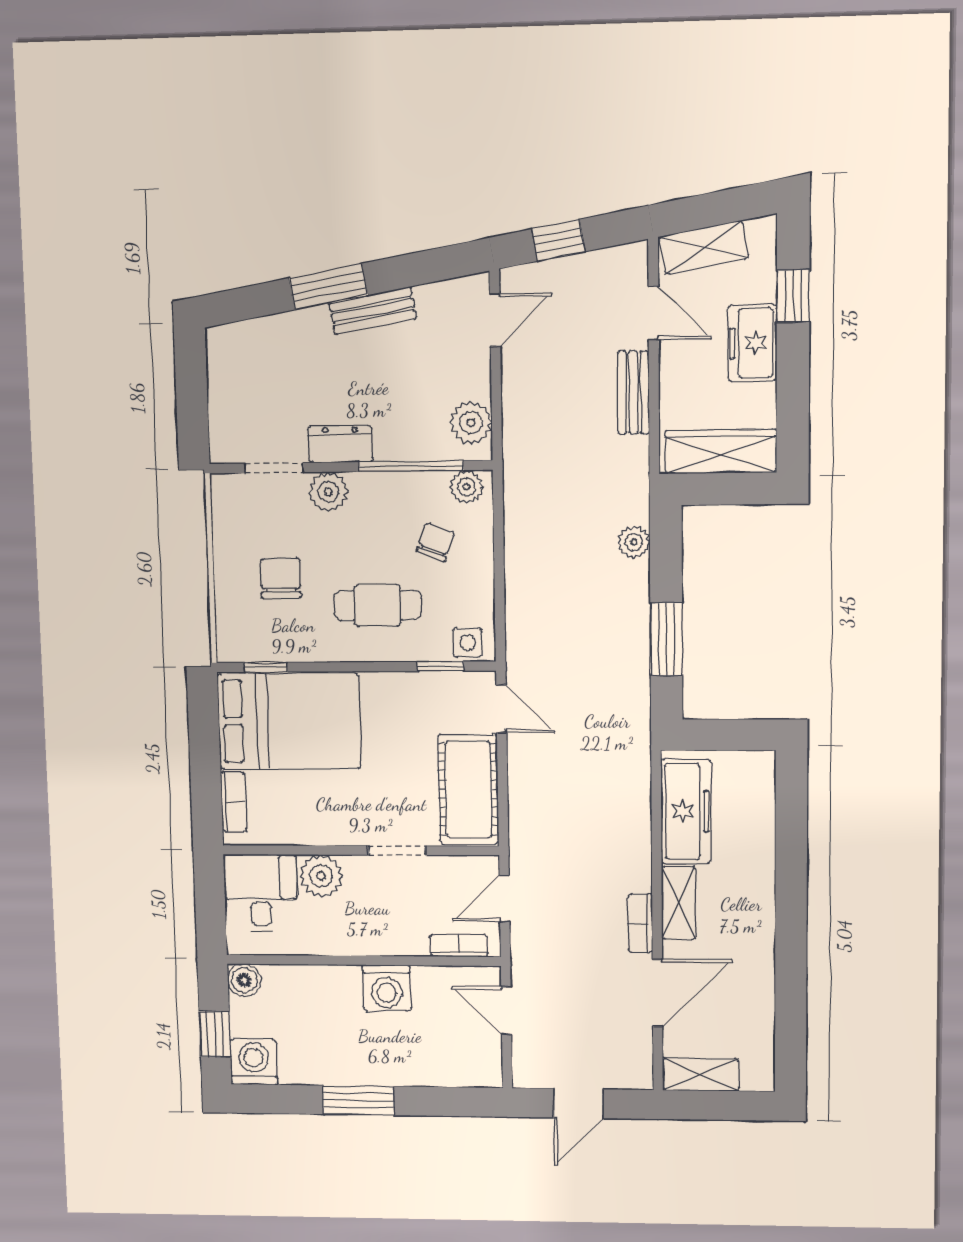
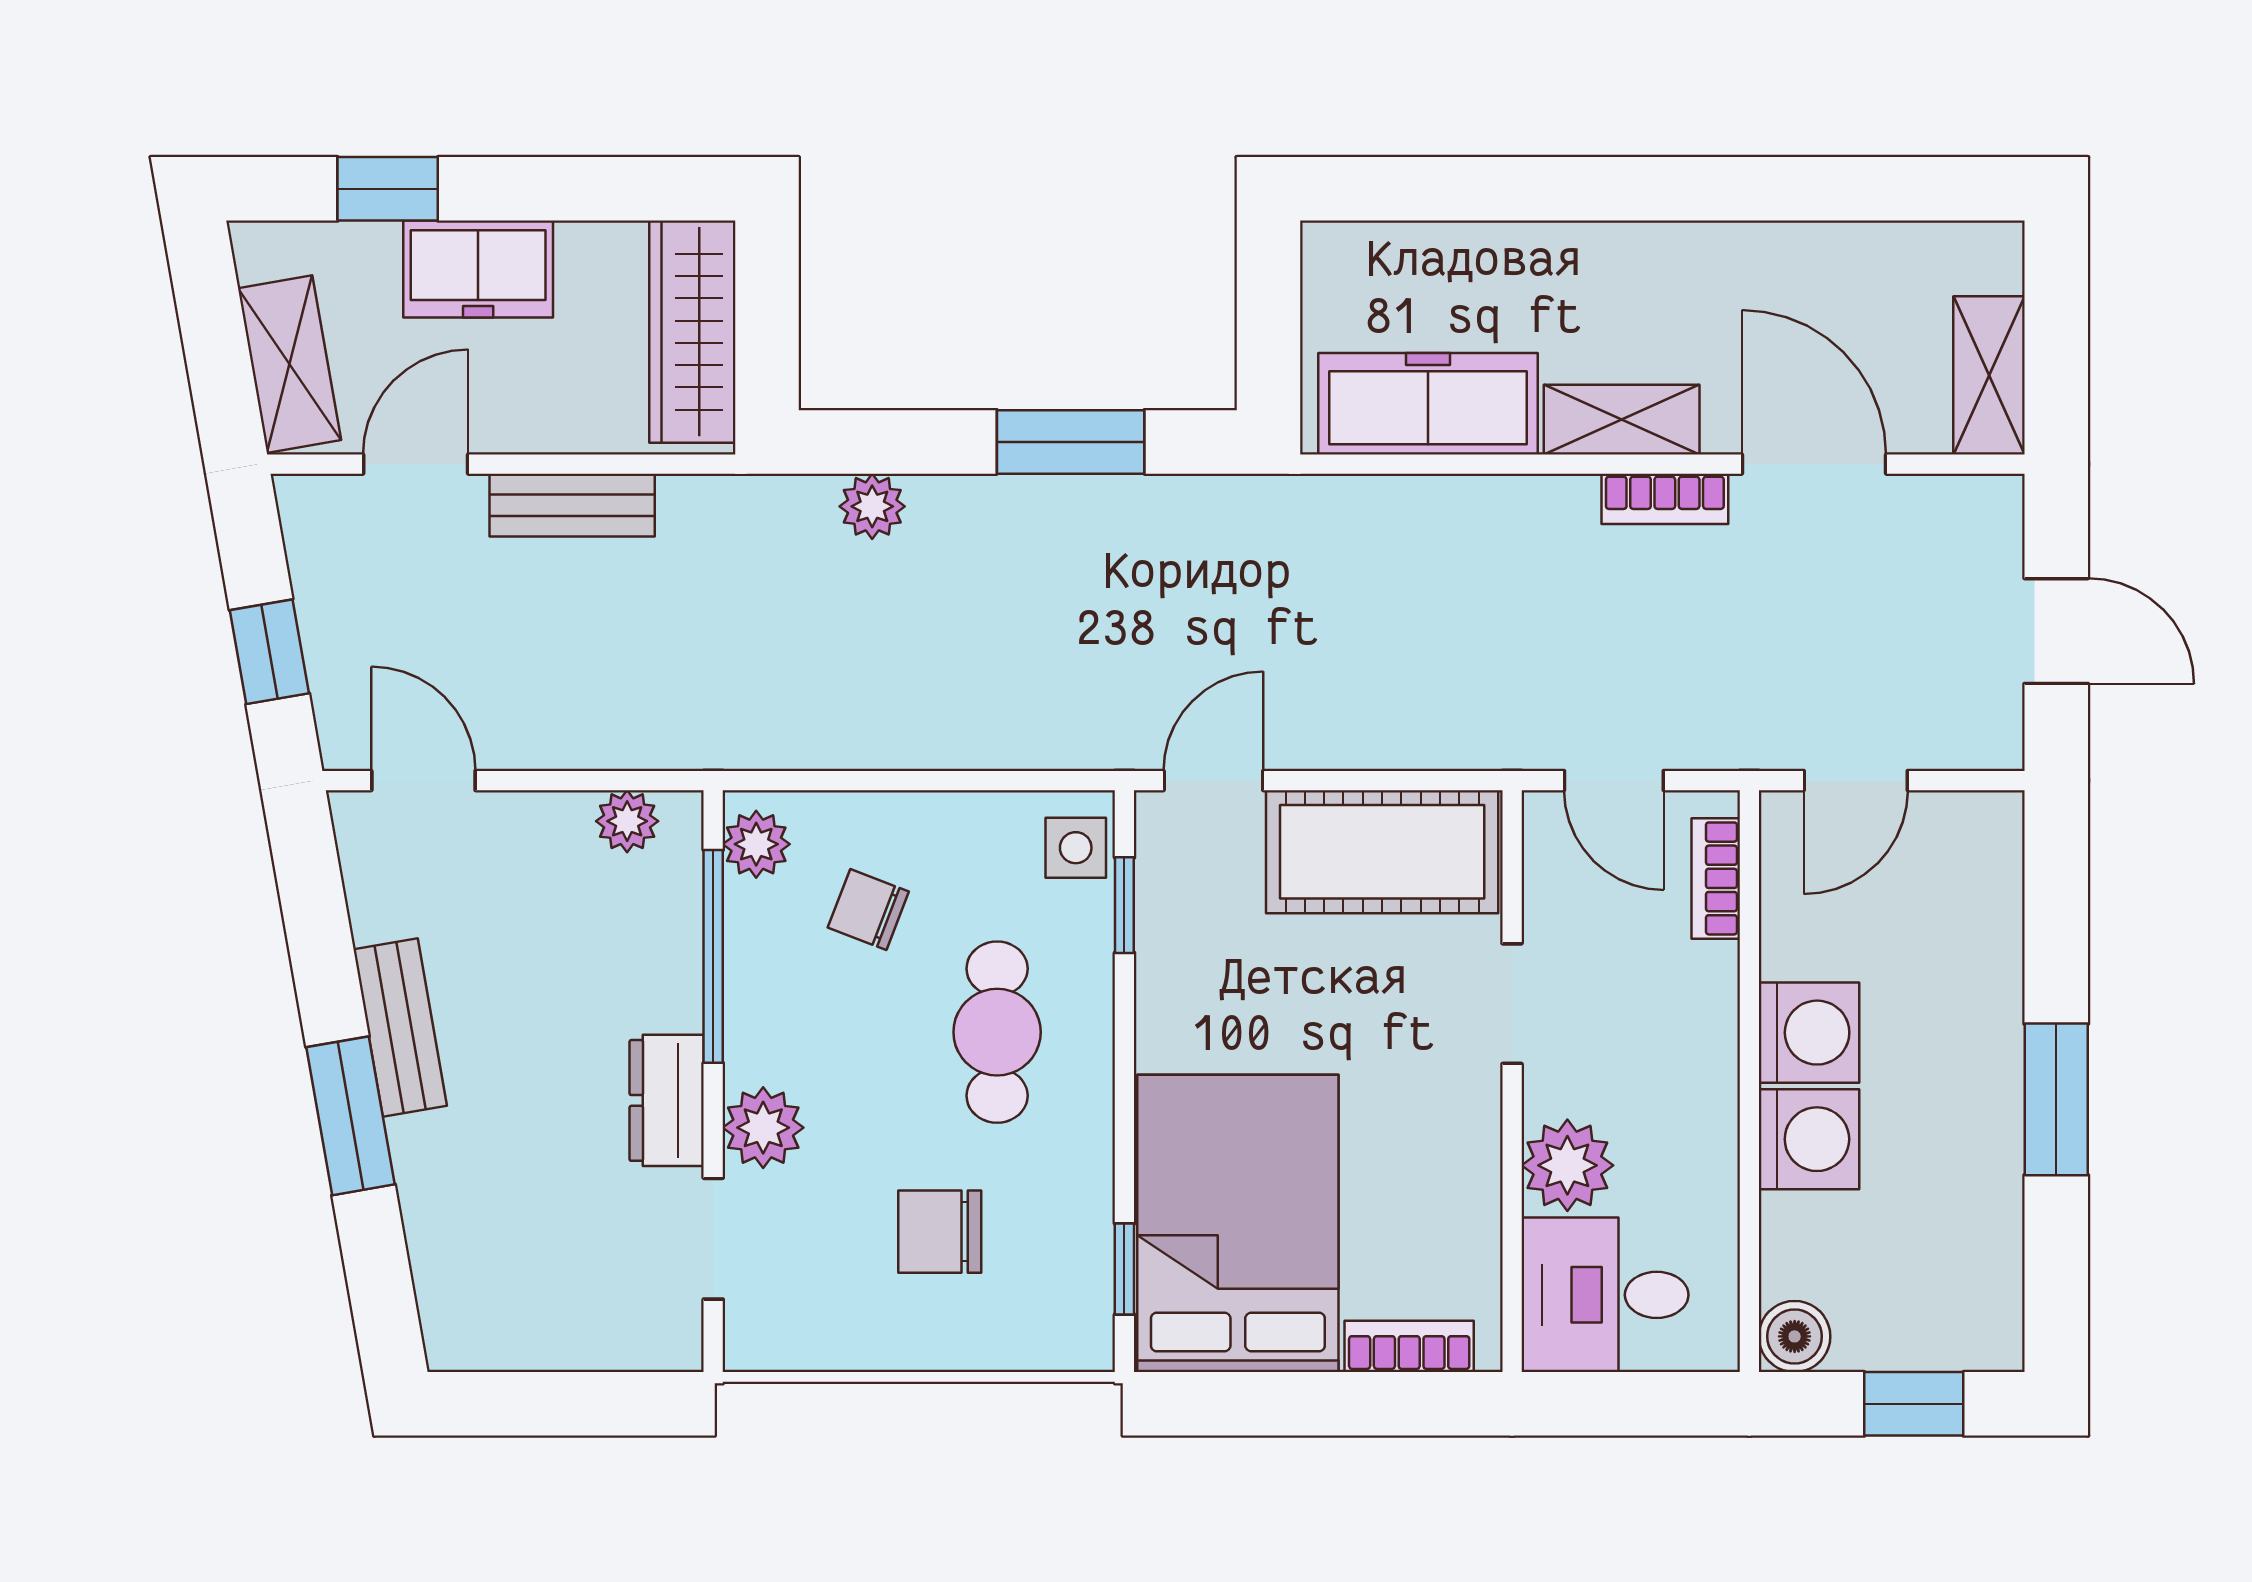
plant: (471, 423) -> (627, 821), width x0.73, depth x0.73
washing machine: (254, 1062) -> (1809, 1139), moved, turned 180

